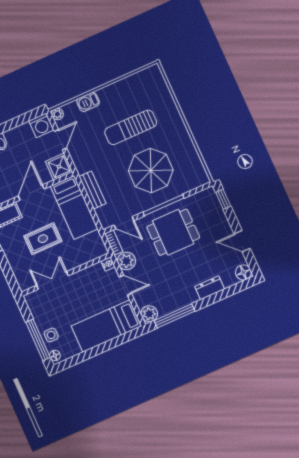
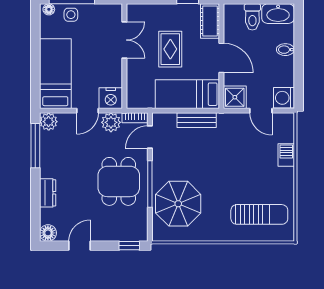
plant: (57, 114) -> (288, 119), removed
sun lounger: (131, 127) -> (259, 214), moved, turned 90
parasol: (151, 170) -> (178, 204), moved
nightstand: (108, 264) -> (111, 98), width x1.89, depth x1.79

